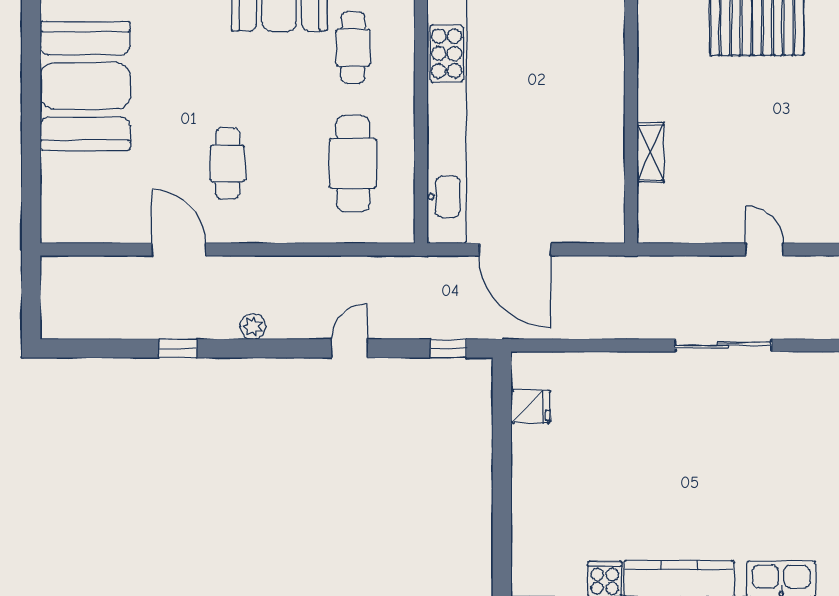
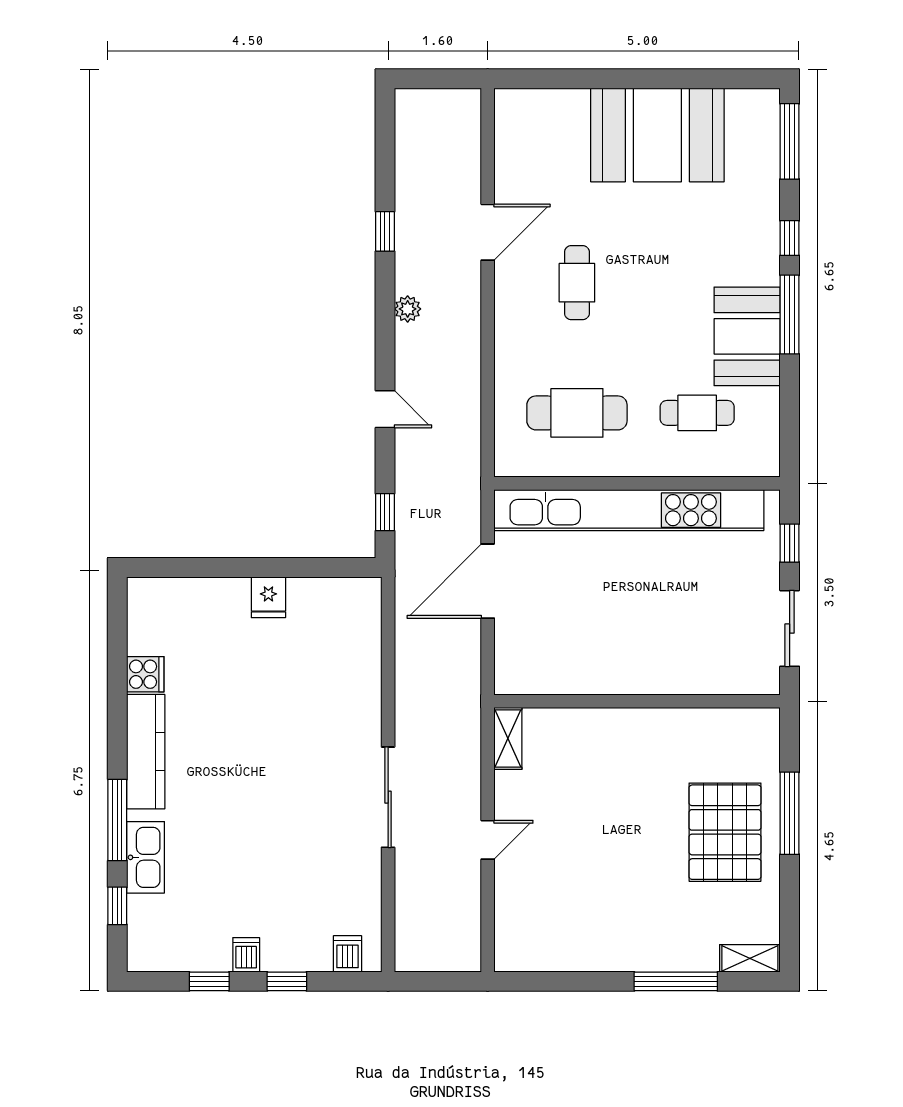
shelving: (650, 152) -> (508, 738), moved, turned 90
cafe table: (227, 163) -> (577, 283), turned 90
fridge: (531, 407) -> (268, 597), moved

